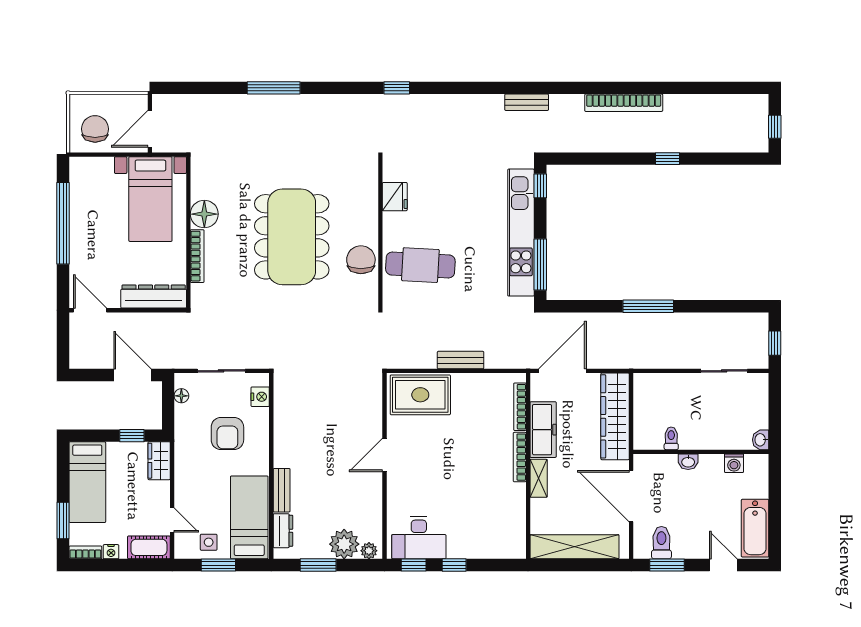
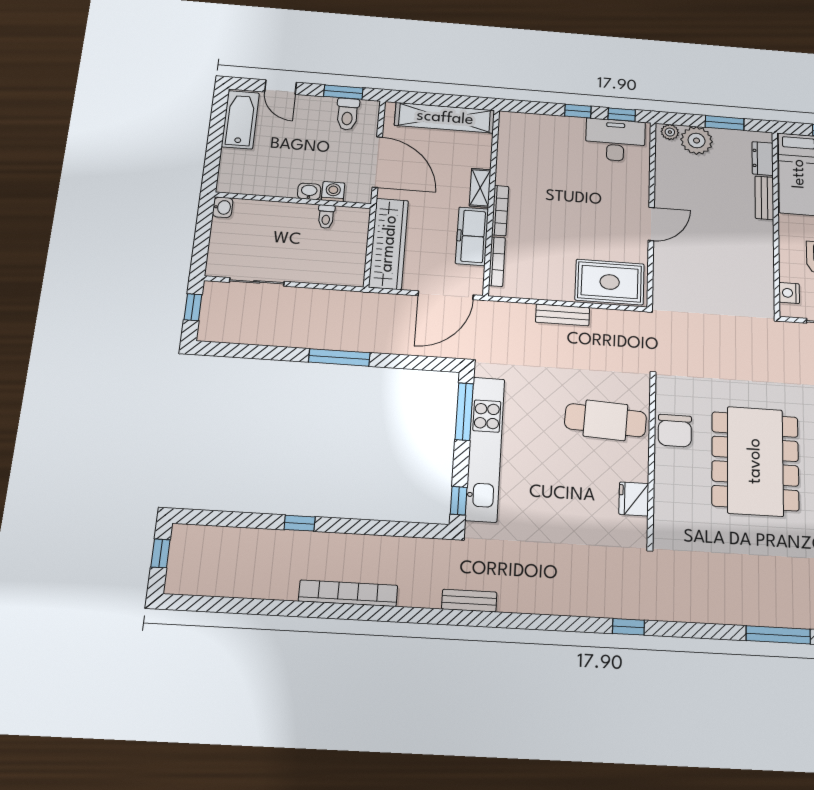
washing machine: (734, 463) -> (333, 192), moved

